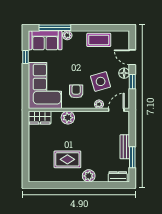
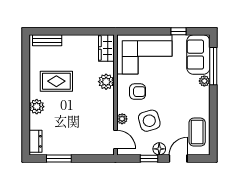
coffee table: (99, 40) -> (197, 132), moved
bench: (125, 147) -> (47, 40), moved
rug: (67, 159) -> (56, 81), turned 90

